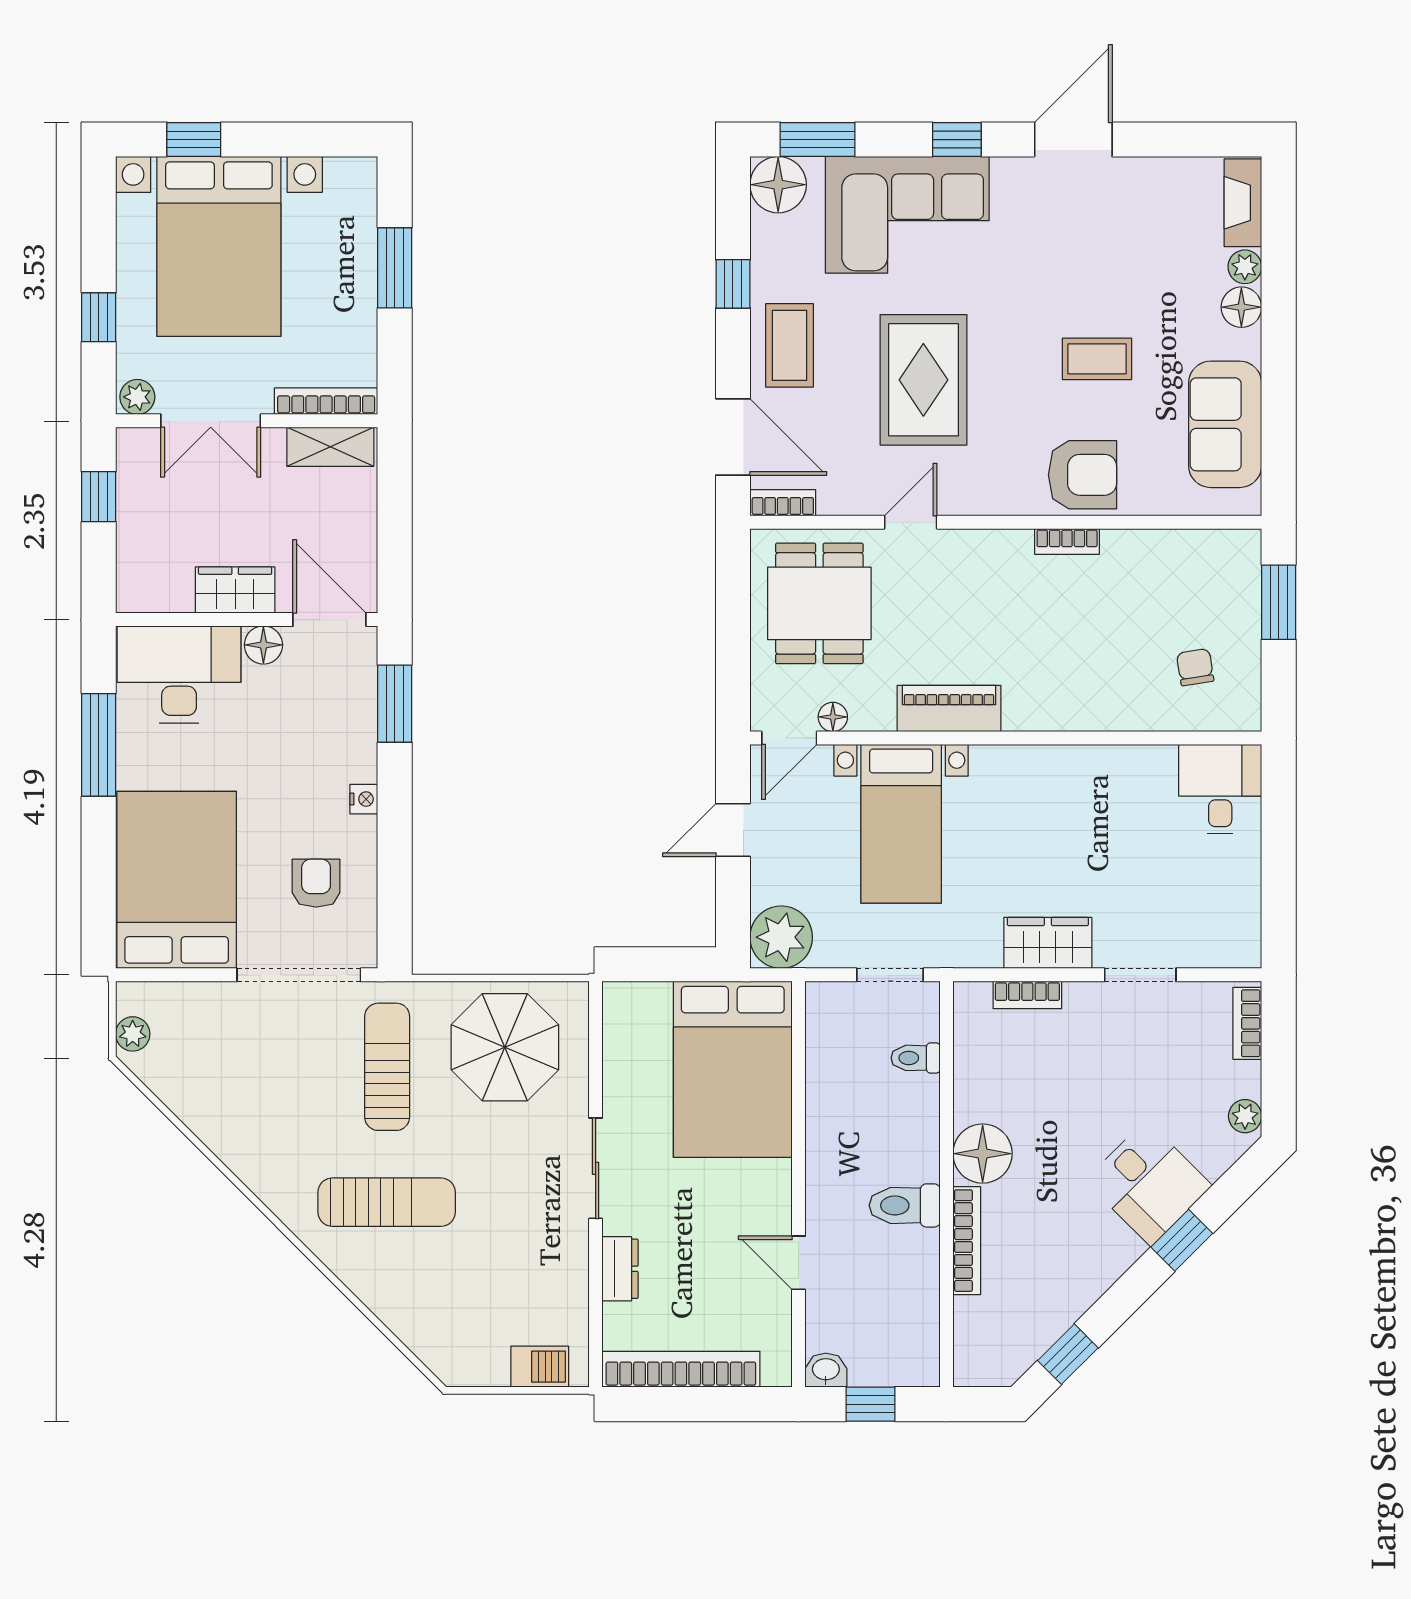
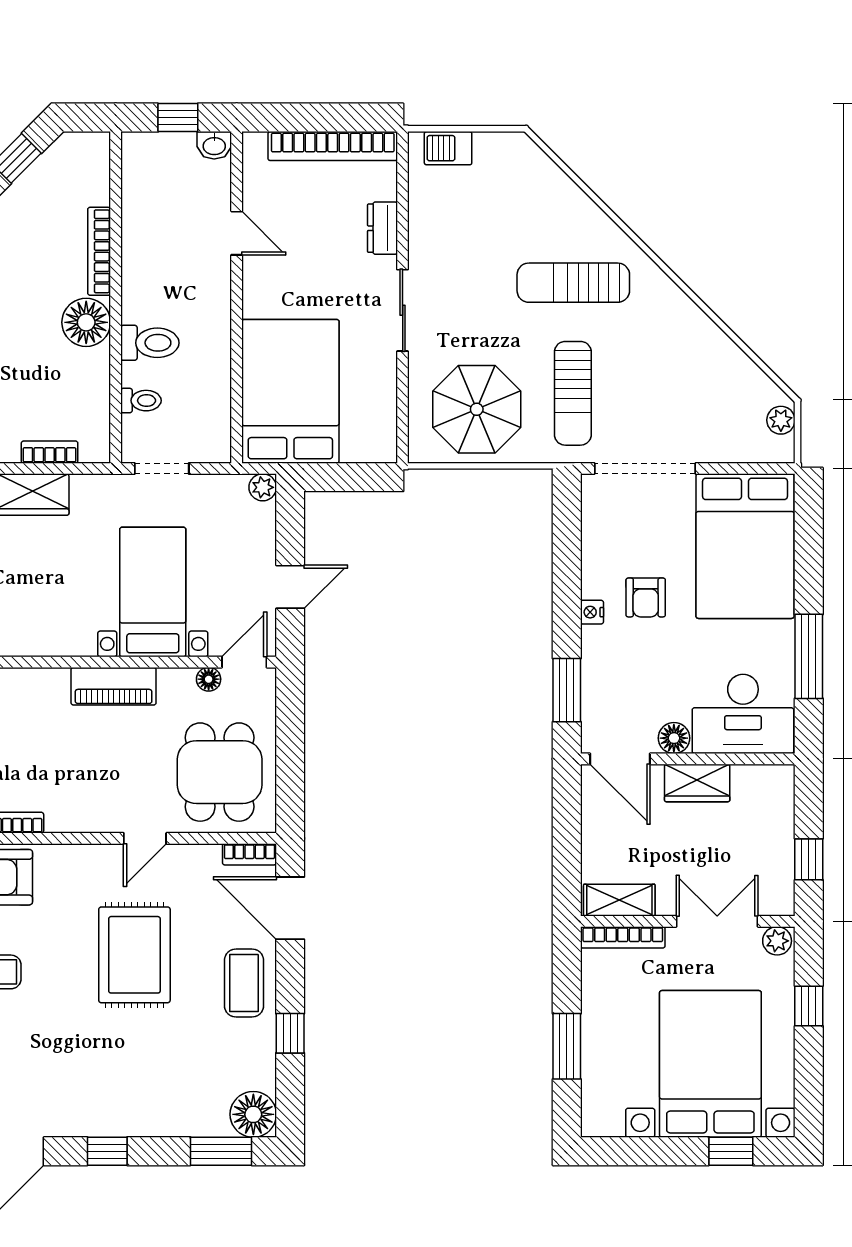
corner sofa: (907, 215) -> (148, 1090), removed
armchair: (316, 883) -> (646, 597), moved
plant: (781, 937) -> (263, 487), width x0.53, depth x0.53
toilet: (905, 1205) -> (150, 343), moved

